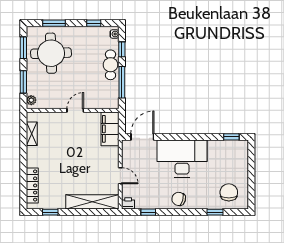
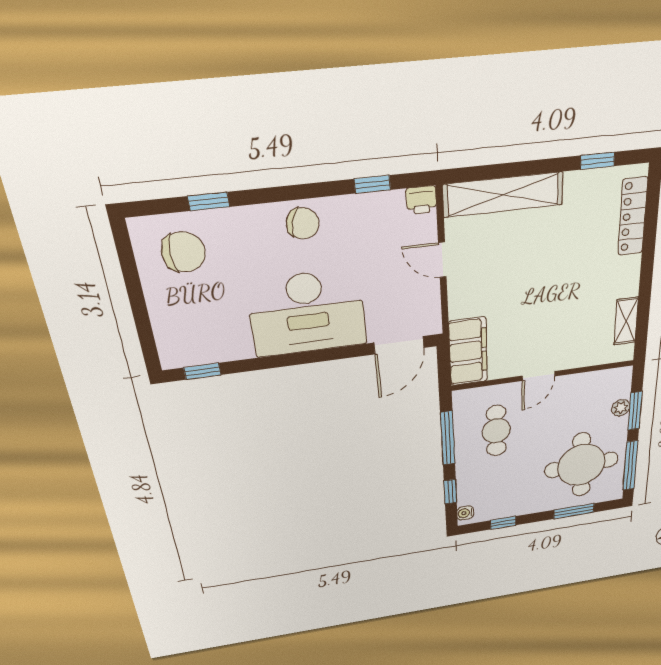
window: (23, 48) -> (630, 466), width x1.44
cafe table: (111, 65) -> (496, 431), moved
plant: (31, 100) -> (621, 408), moved
chair: (229, 192) -> (183, 252), turned -90

